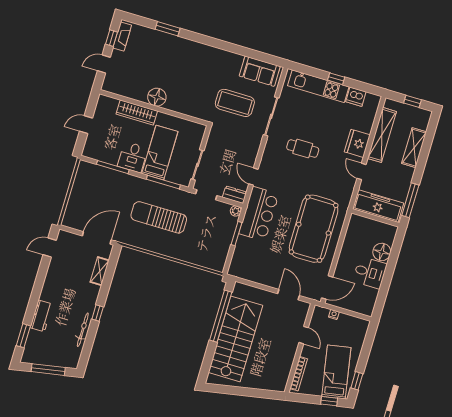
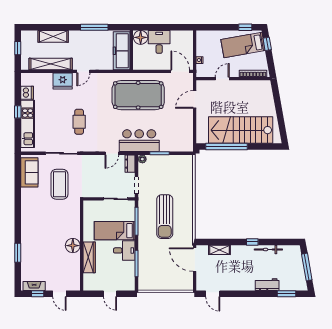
freezer: (378, 206) -> (122, 51), moved
wall: (375, 218) -> (131, 50), moved

